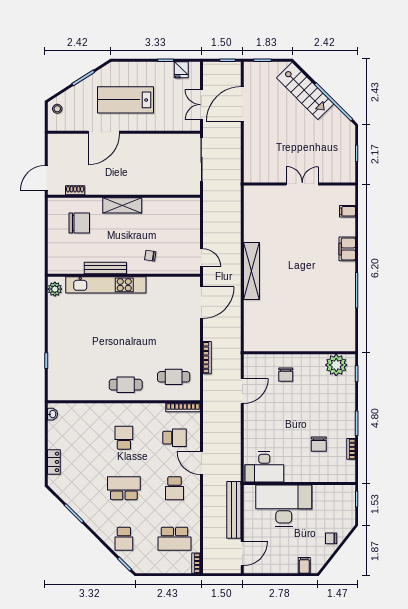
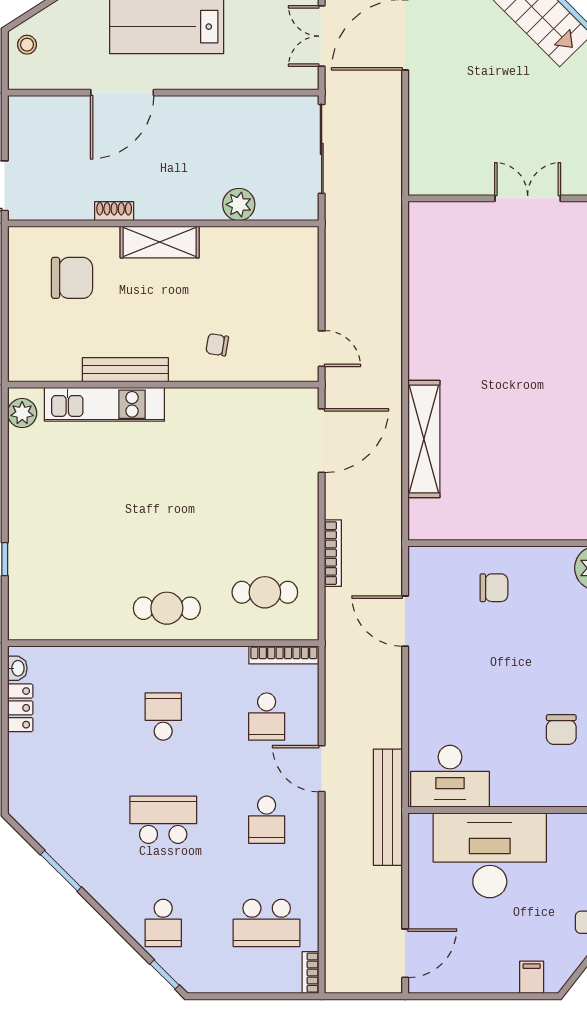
plant: (161, 187) -> (239, 204), added
shoe rack: (75, 190) -> (114, 211), moved
shelving: (251, 271) -> (424, 439), moved
kitchen unit: (106, 285) -> (104, 404), width x0.73
chair: (286, 375) -> (494, 588), turned -90
door: (242, 391) -> (405, 621), swing flipped
school desk: (175, 438) -> (267, 717), turned 90
locker: (54, 462) -> (20, 708), moved
bench: (234, 510) -> (388, 807), moved

